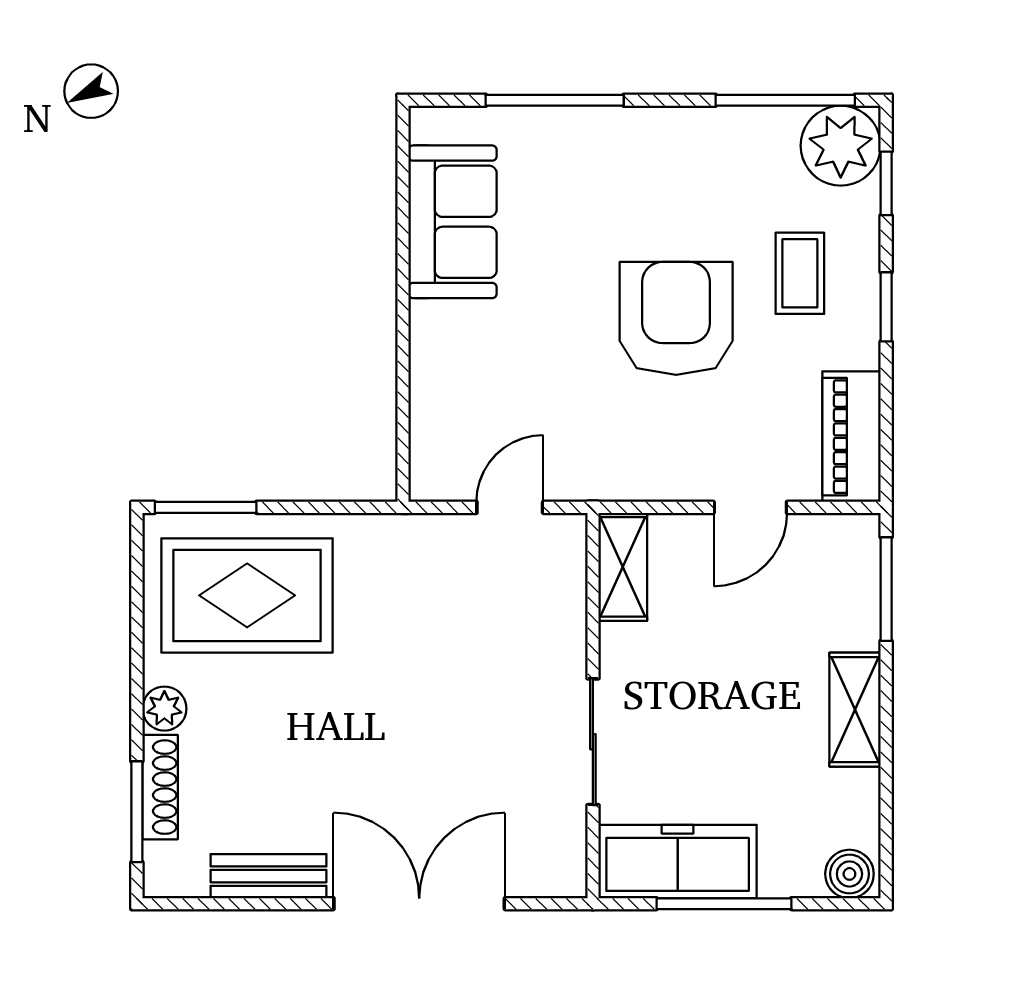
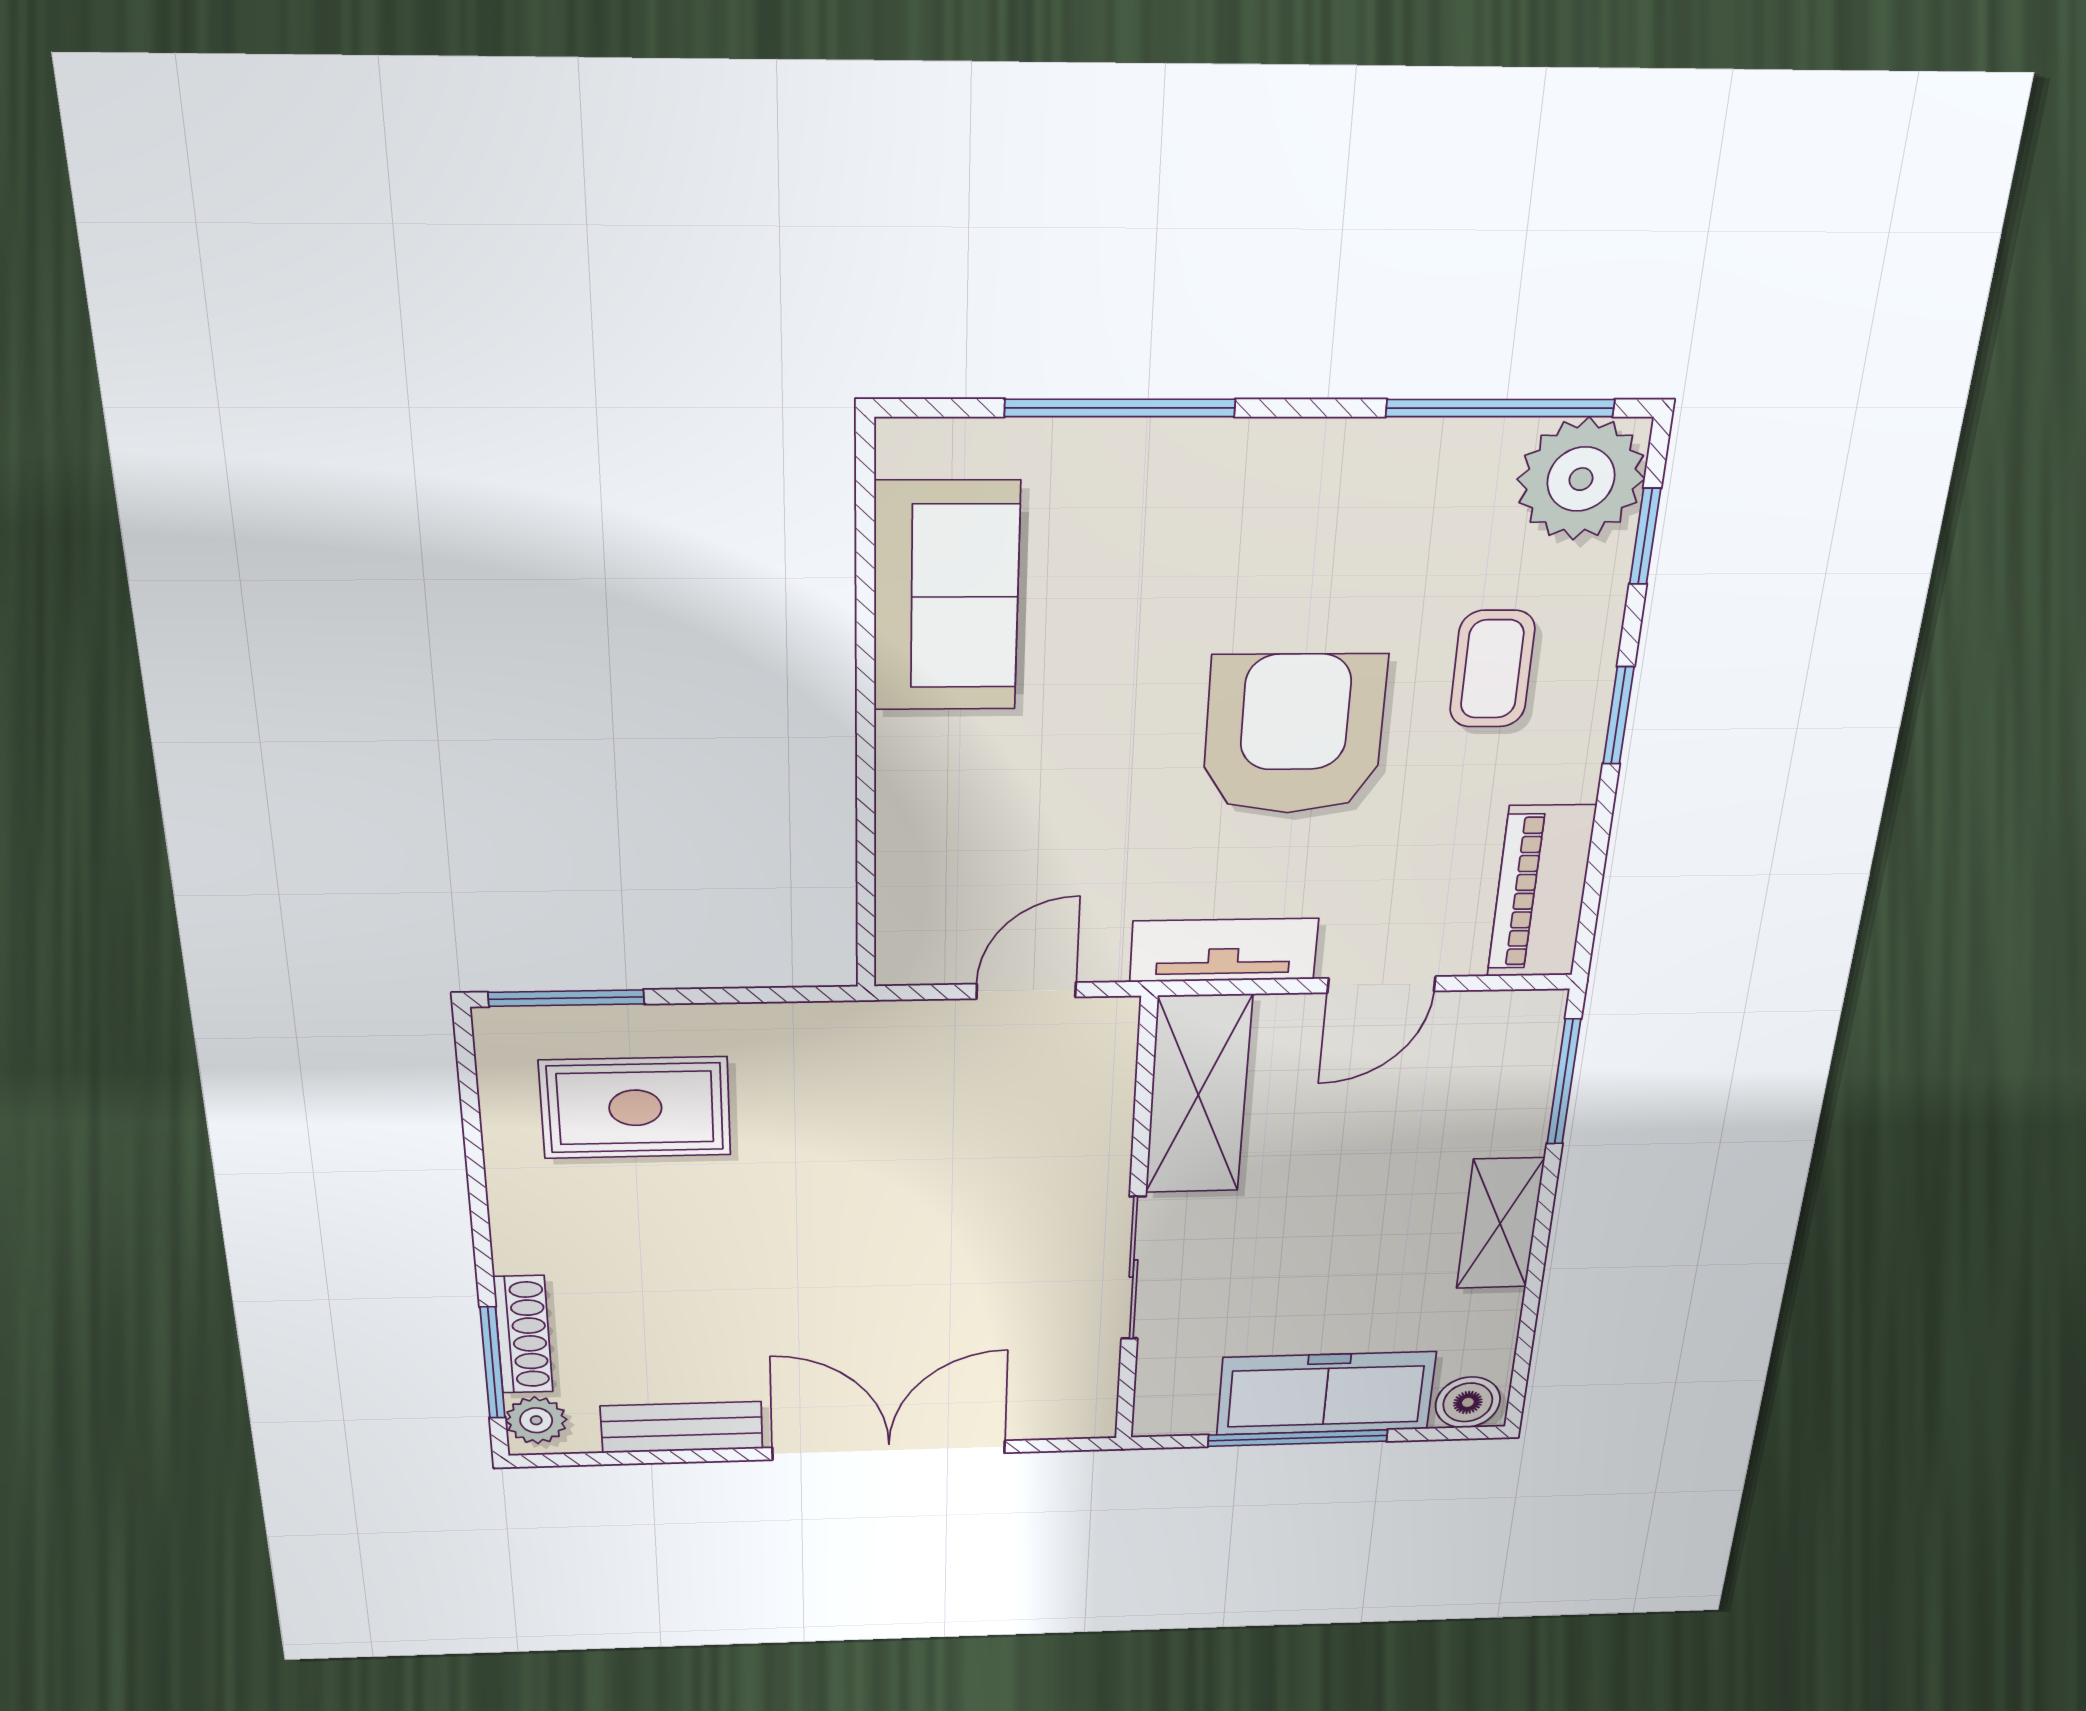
tv unit: (641, 478) -> (1224, 950), added
shelving: (623, 567) -> (1198, 1095), width x1.50, depth x1.33
rug: (247, 595) -> (635, 1108), width x0.73, depth x0.70
plant: (164, 709) -> (536, 1420), moved
freezer: (678, 862) -> (1326, 1393), moved

